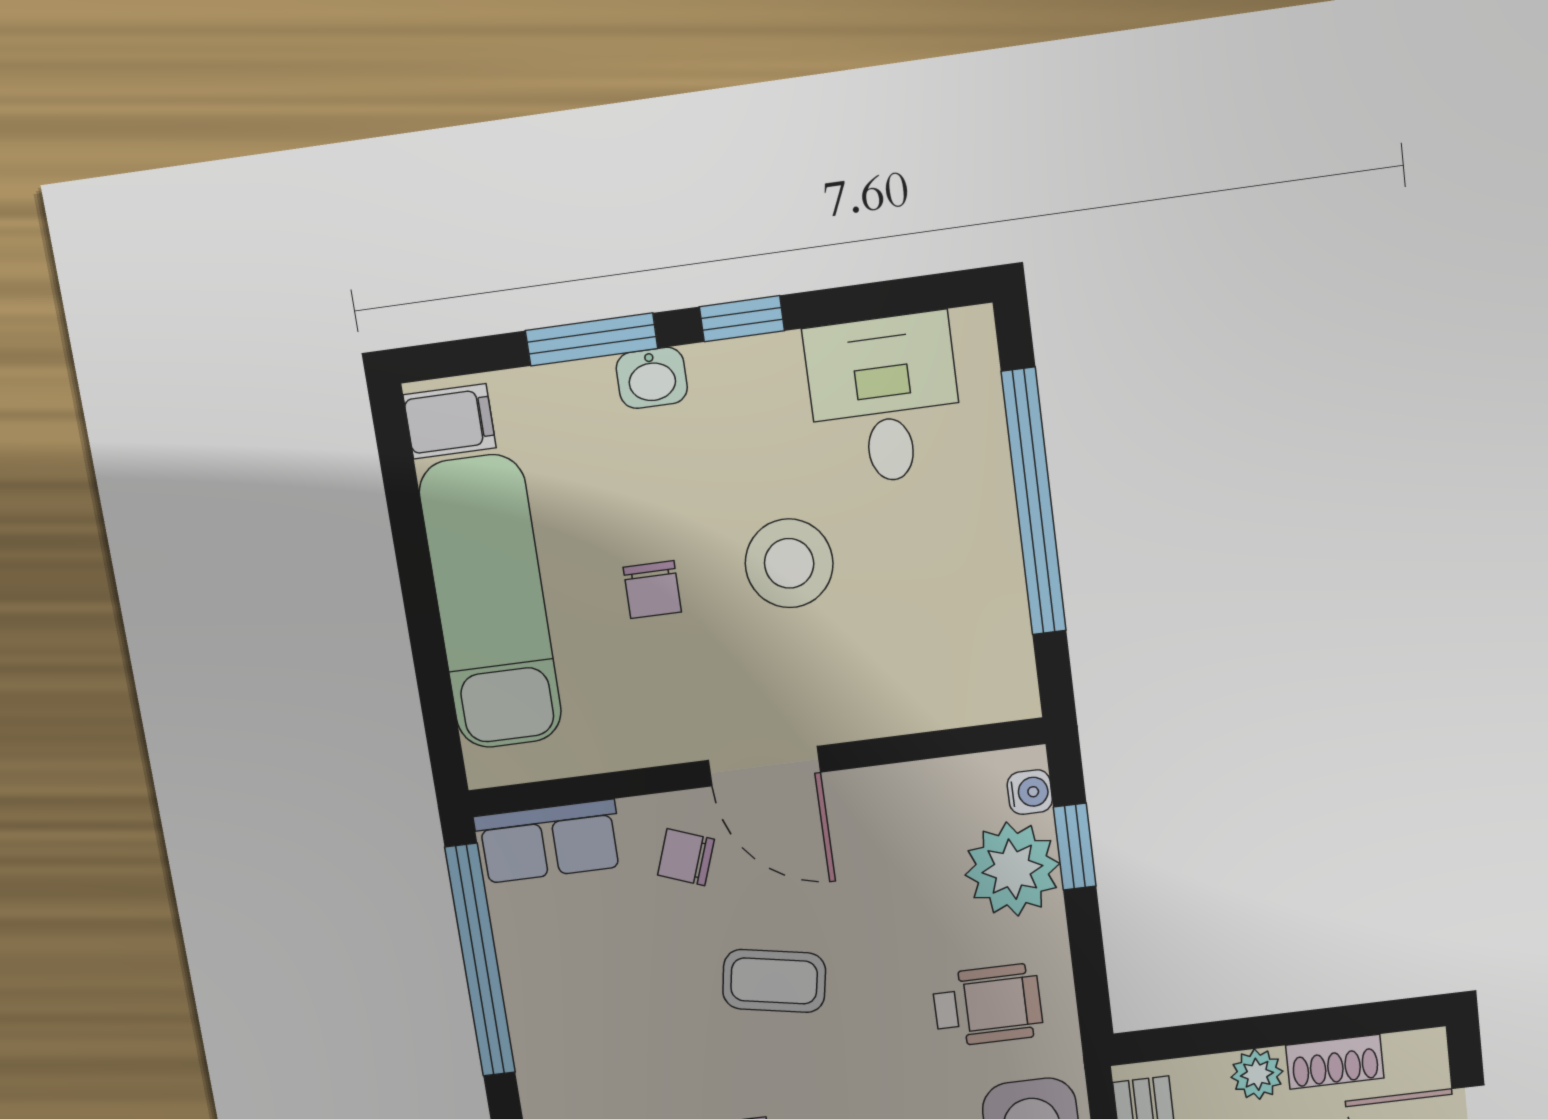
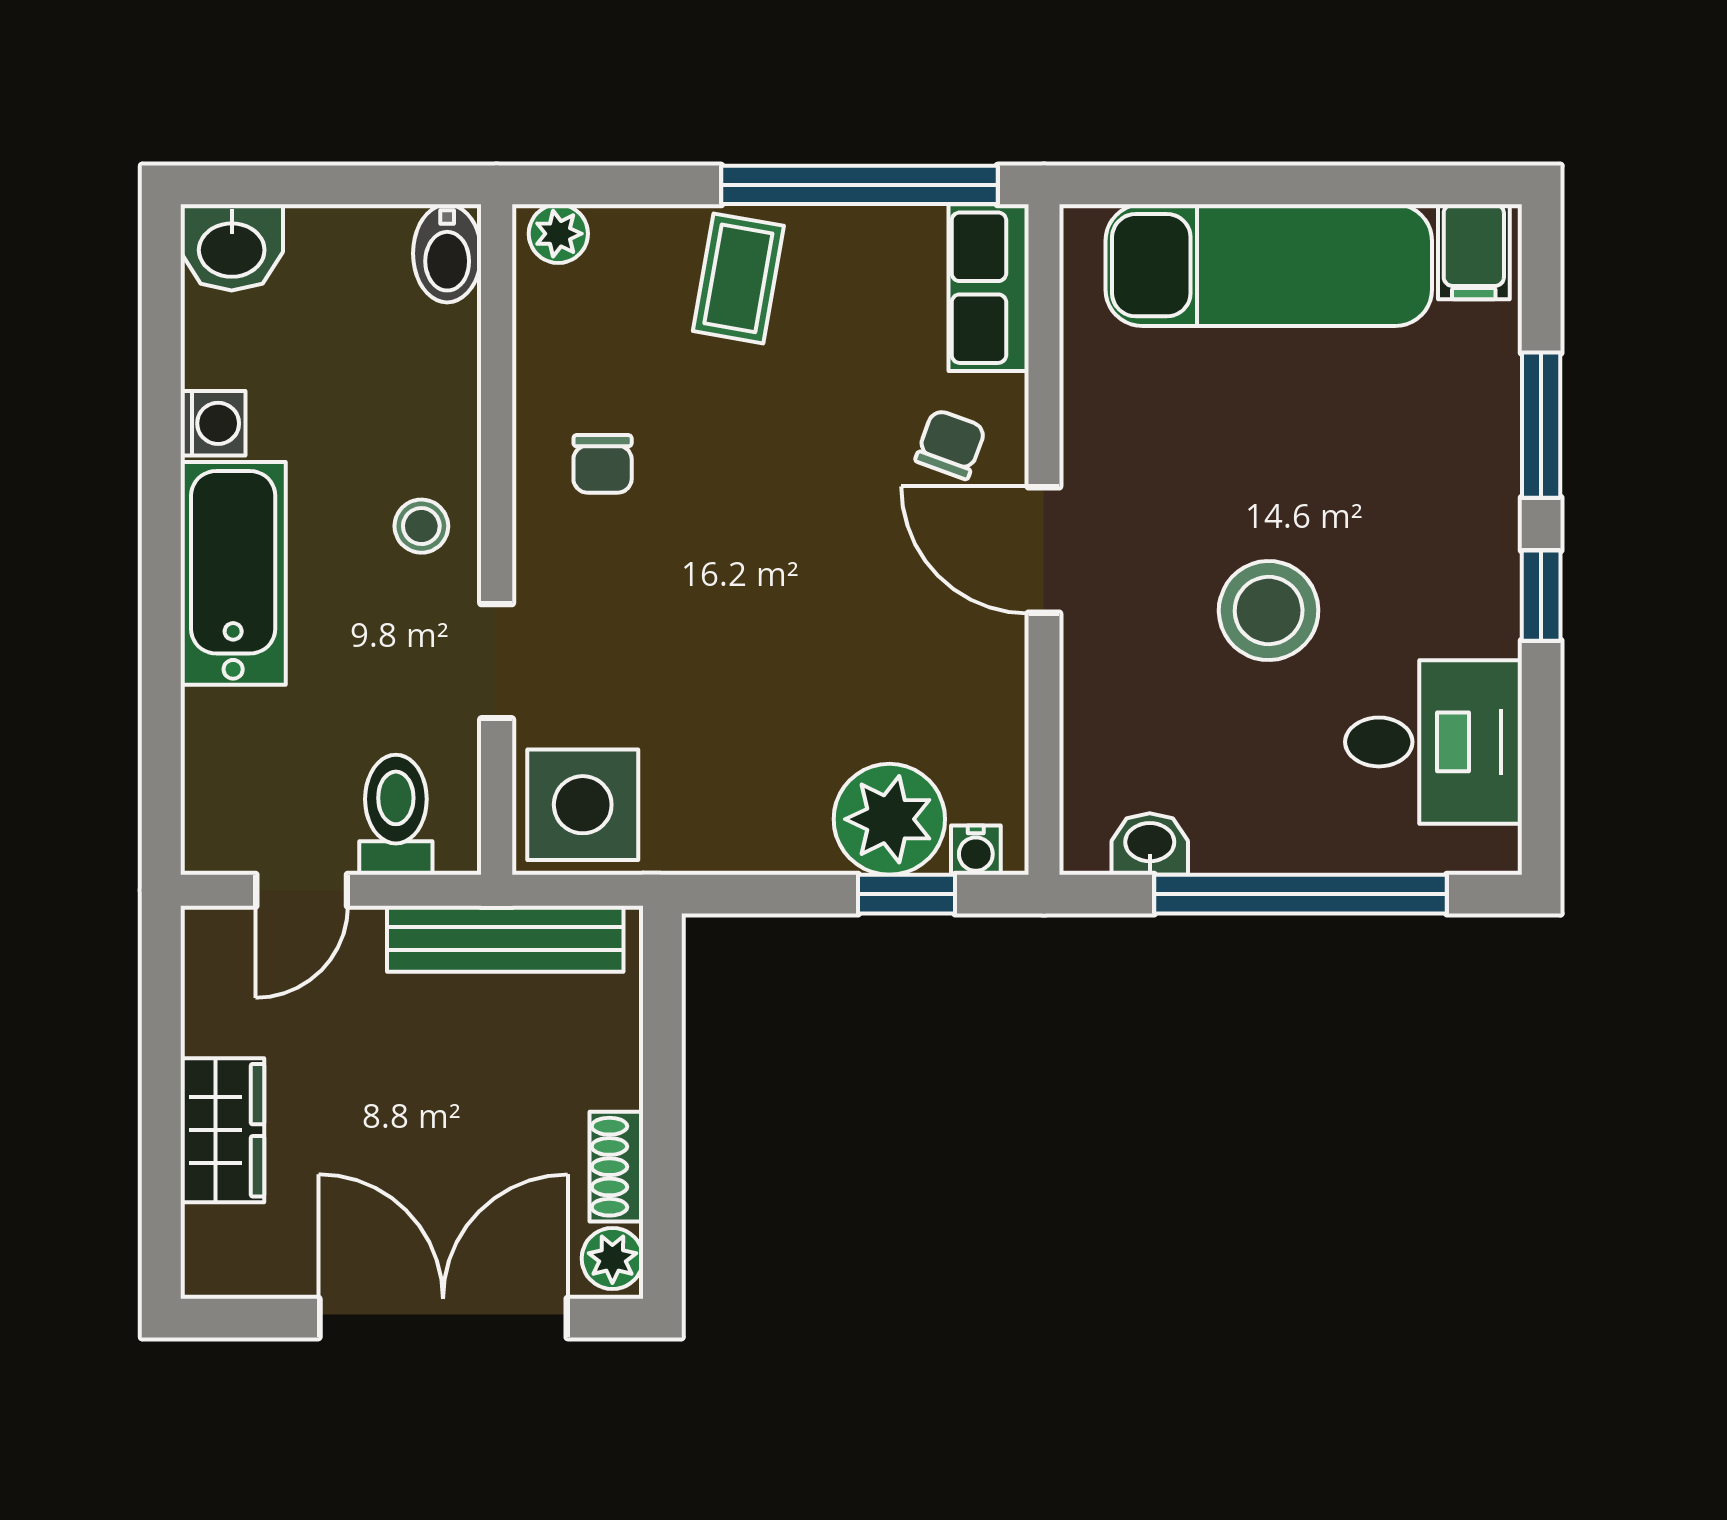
washbasin: (652, 378) -> (1150, 844), moved, turned 90
chair: (652, 590) -> (1259, 451), removed
door: (764, 766) -> (1044, 550), hinge flipped
coffee table: (774, 981) -> (738, 278), moved
wheelchair: (988, 1005) -> (733, 771), removed
plant: (1257, 1074) -> (612, 1258), moved

